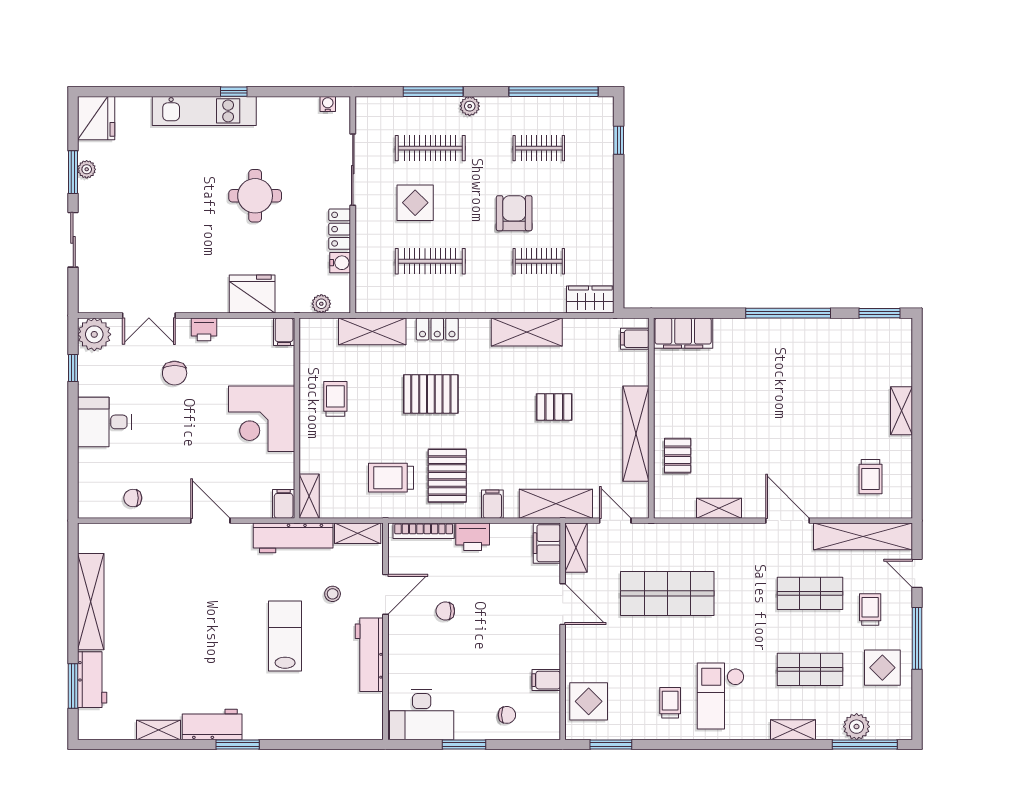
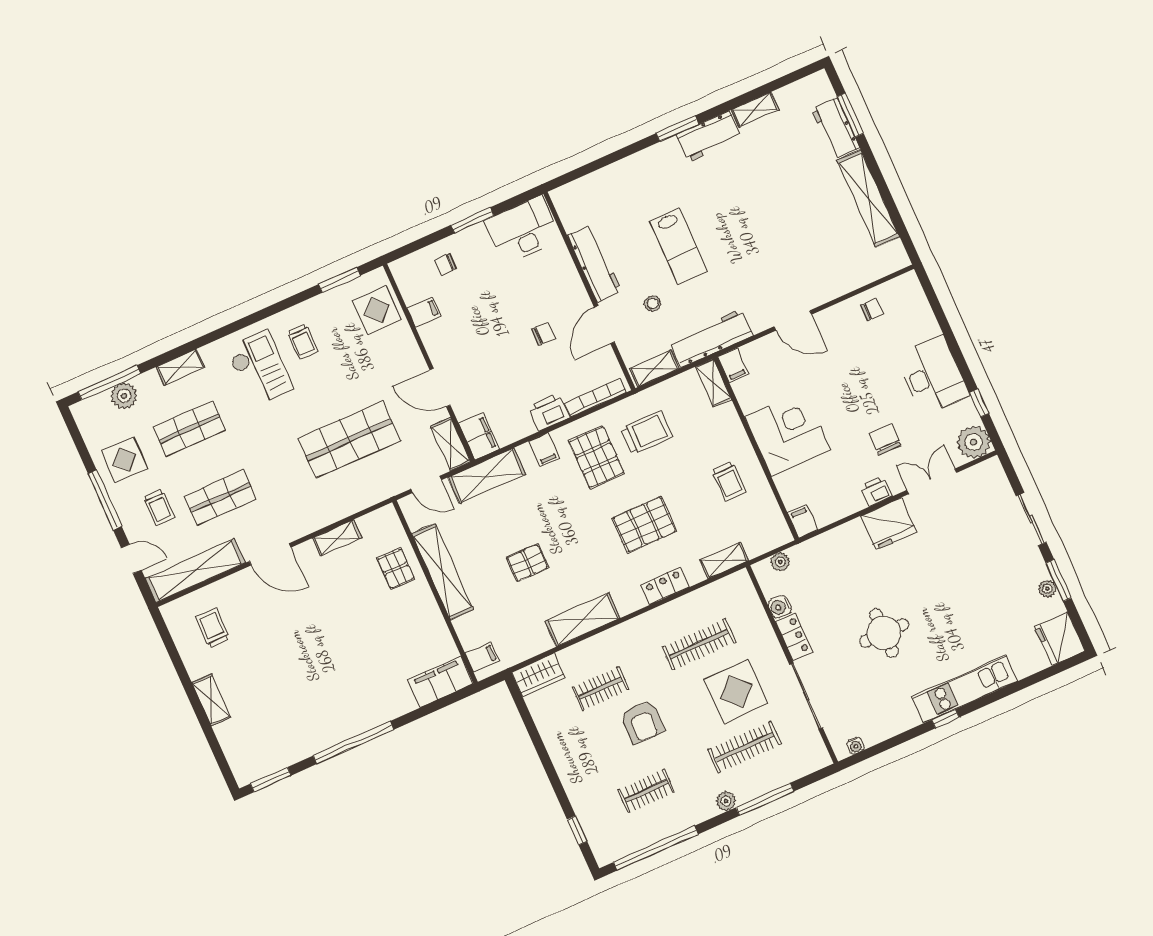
display table: (415, 203) -> (736, 691), width x1.36, depth x1.36
fridge: (252, 294) -> (889, 524), moved
shelving: (372, 331) -> (724, 561), width x0.67, depth x0.75
desk: (104, 422) -> (933, 375), width x1.37

